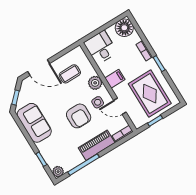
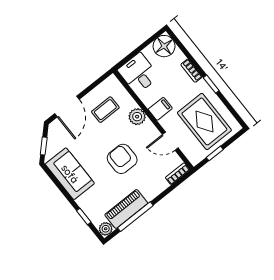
door: (39, 68) -> (67, 107), hinge flipped
side table: (98, 102) -> (143, 140), removed
armchair: (79, 116) -> (122, 159), turned 180
piano: (97, 145) -> (126, 209), moved

